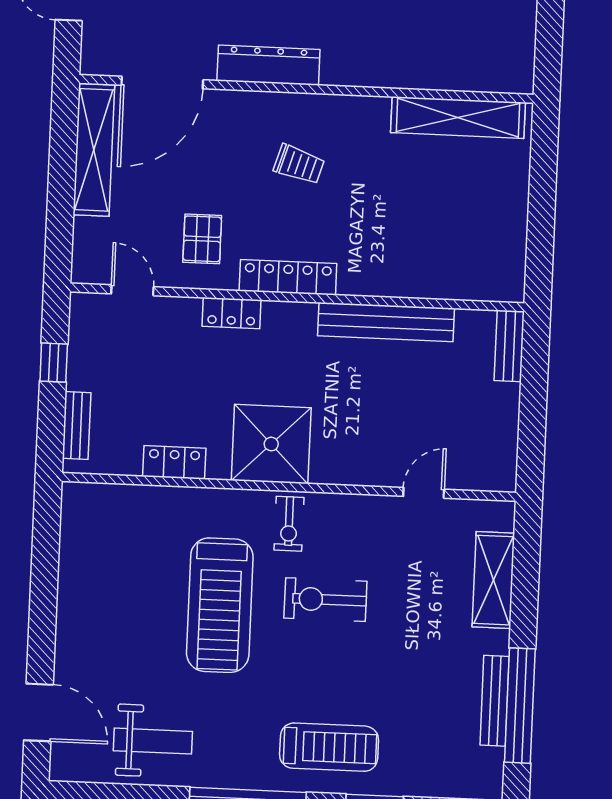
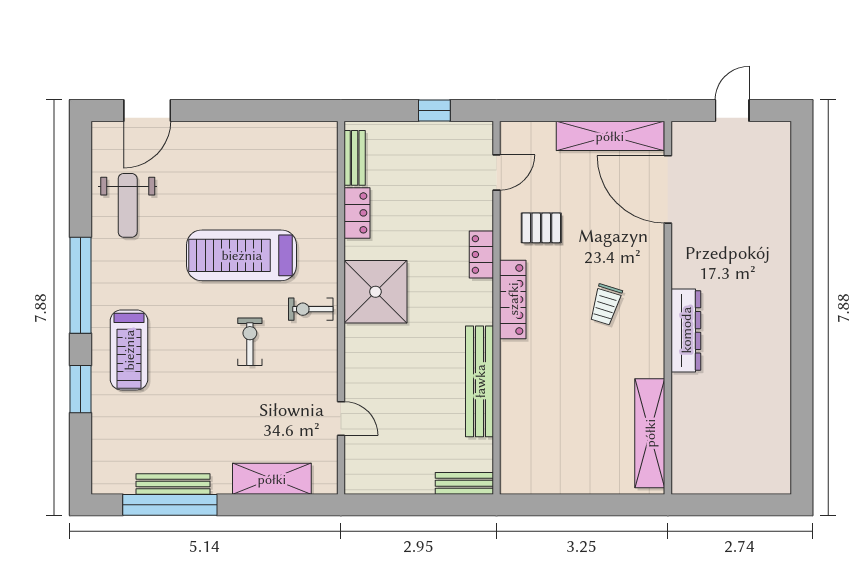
dresser: (268, 65) -> (686, 330), moved
bench: (77, 426) -> (355, 158), moved, turned 90
exercise bike: (325, 600) -> (250, 342), width x0.73, depth x0.72

